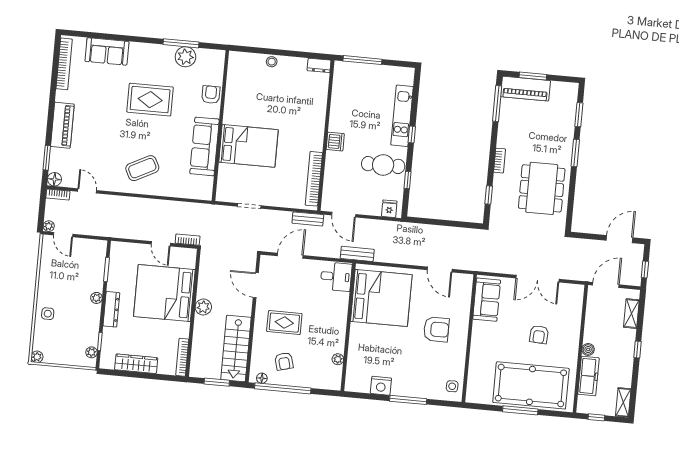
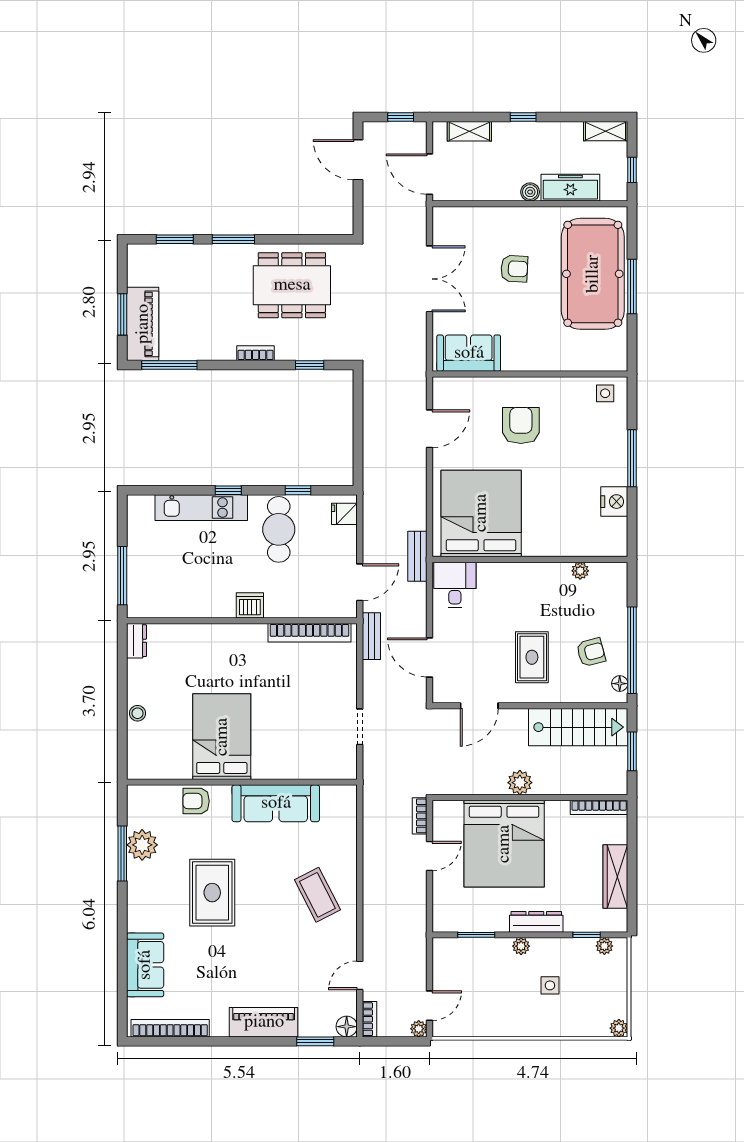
bed: (248, 146) -> (222, 737), moved
side table: (48, 314) -> (550, 985), moved

